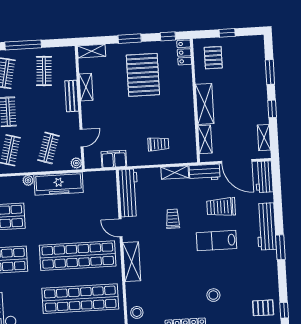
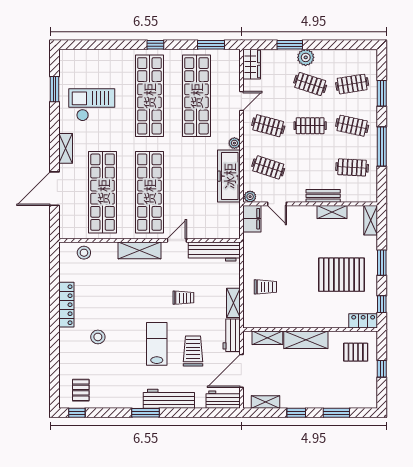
trolley: (158, 144) -> (265, 287), turned -90
filing cabinet: (114, 159) -> (252, 219), moved

